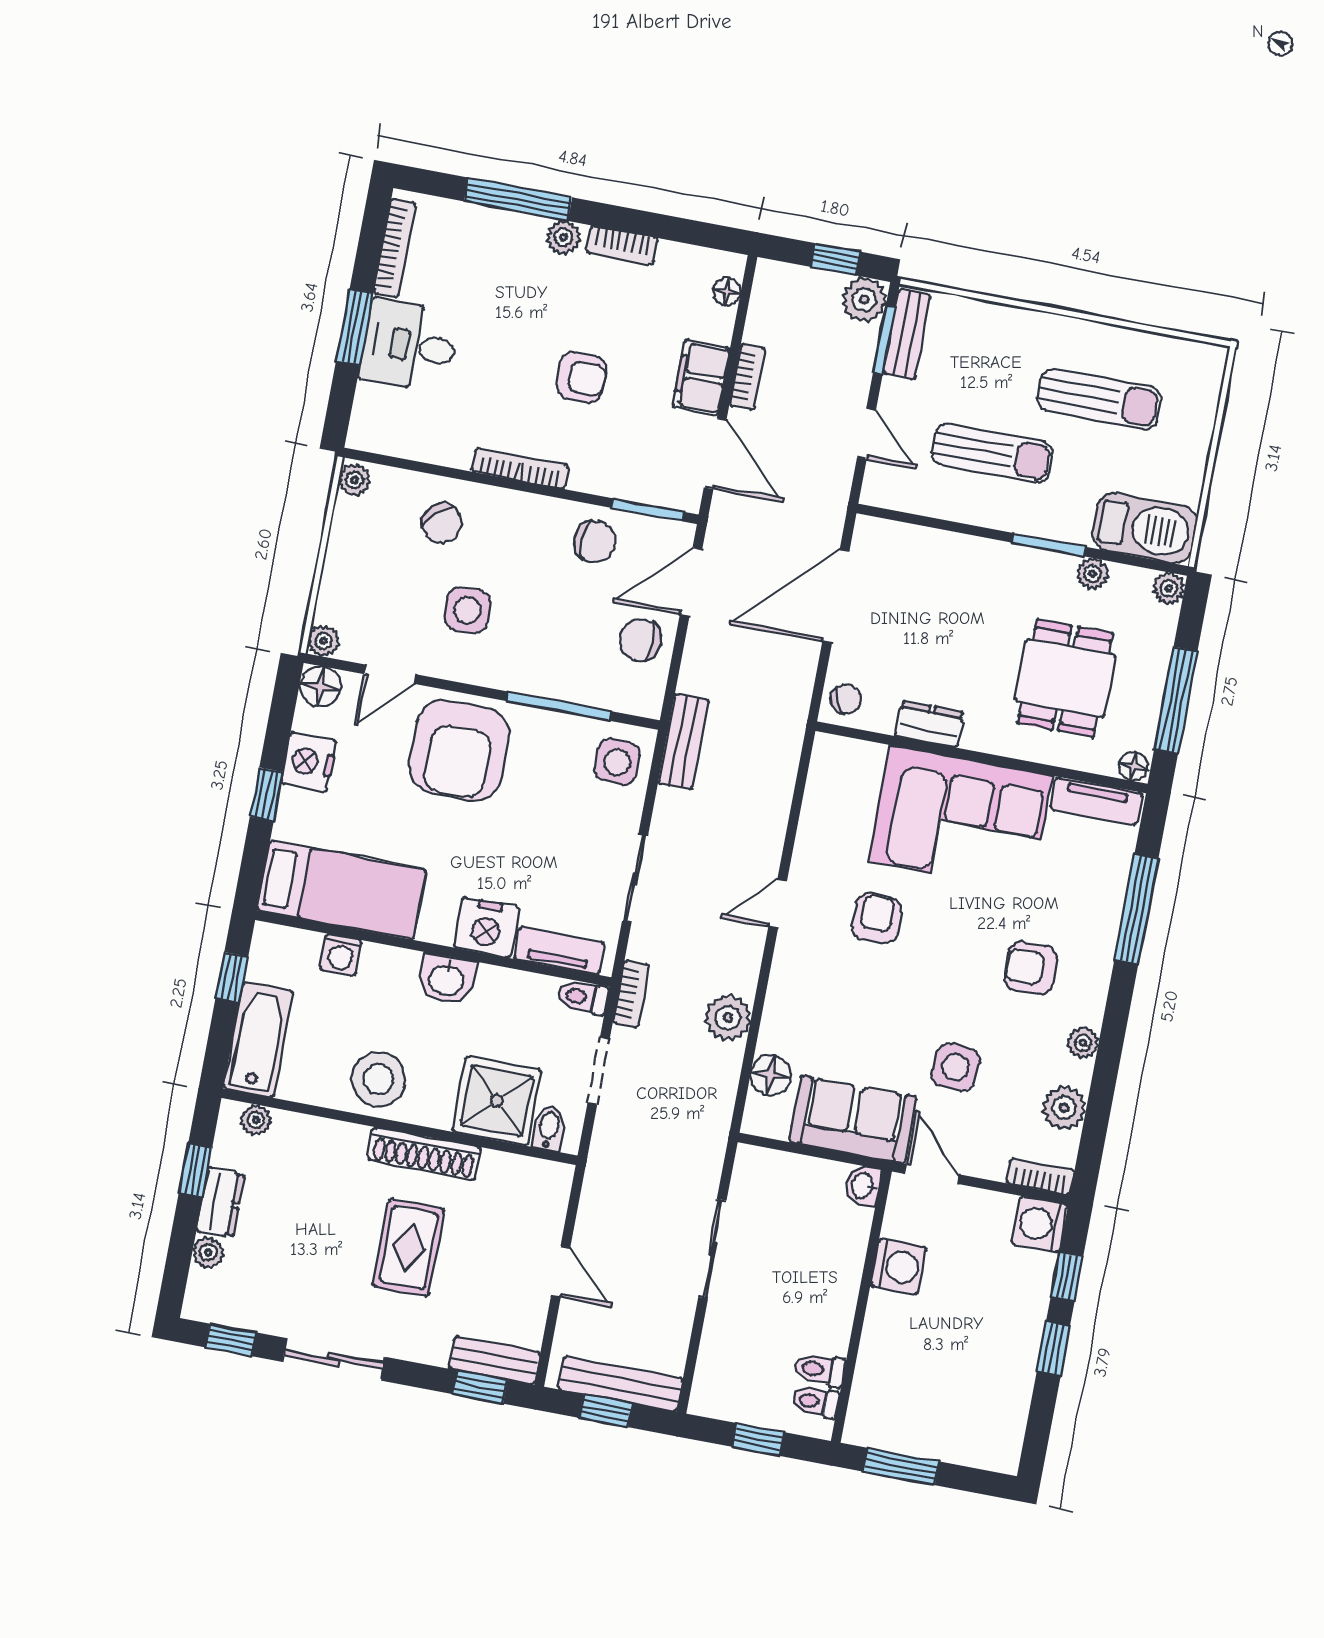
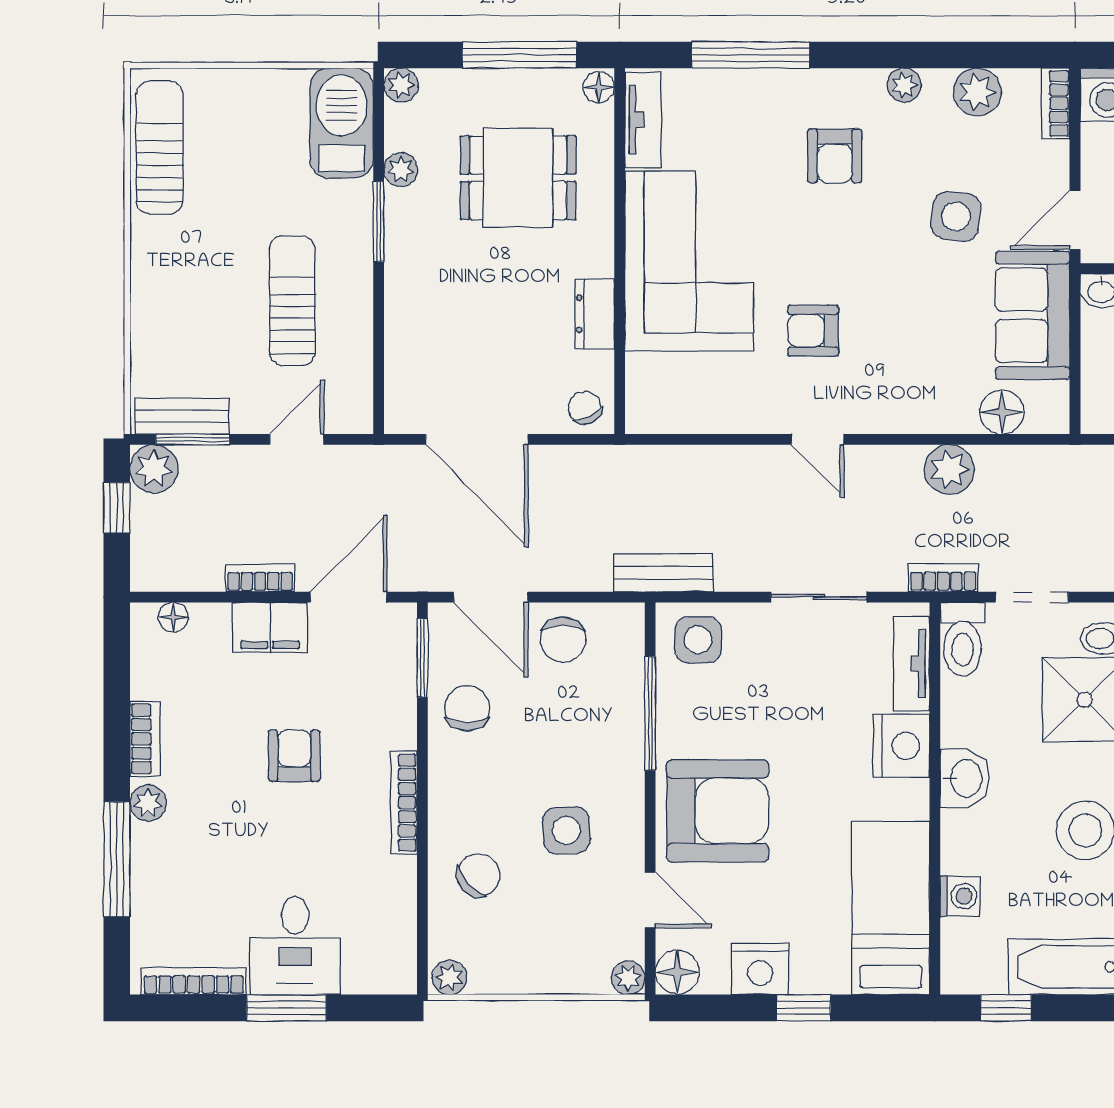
sun lounger: (1099, 399) -> (160, 147), moved
toilet: (583, 997) -> (962, 639), width x1.37, depth x1.39

